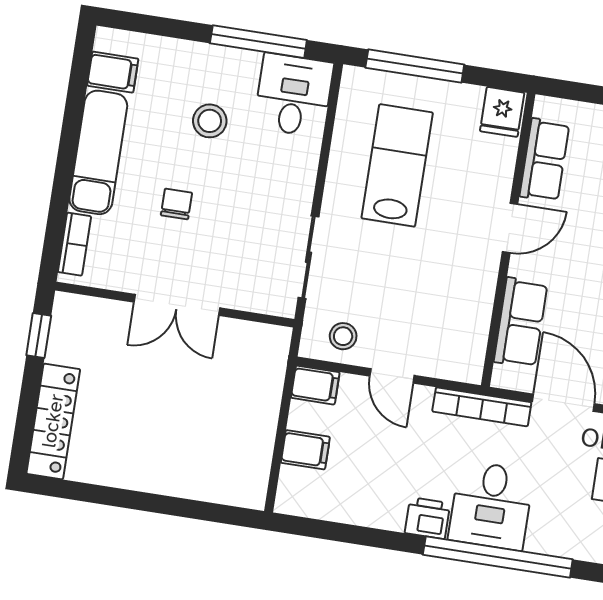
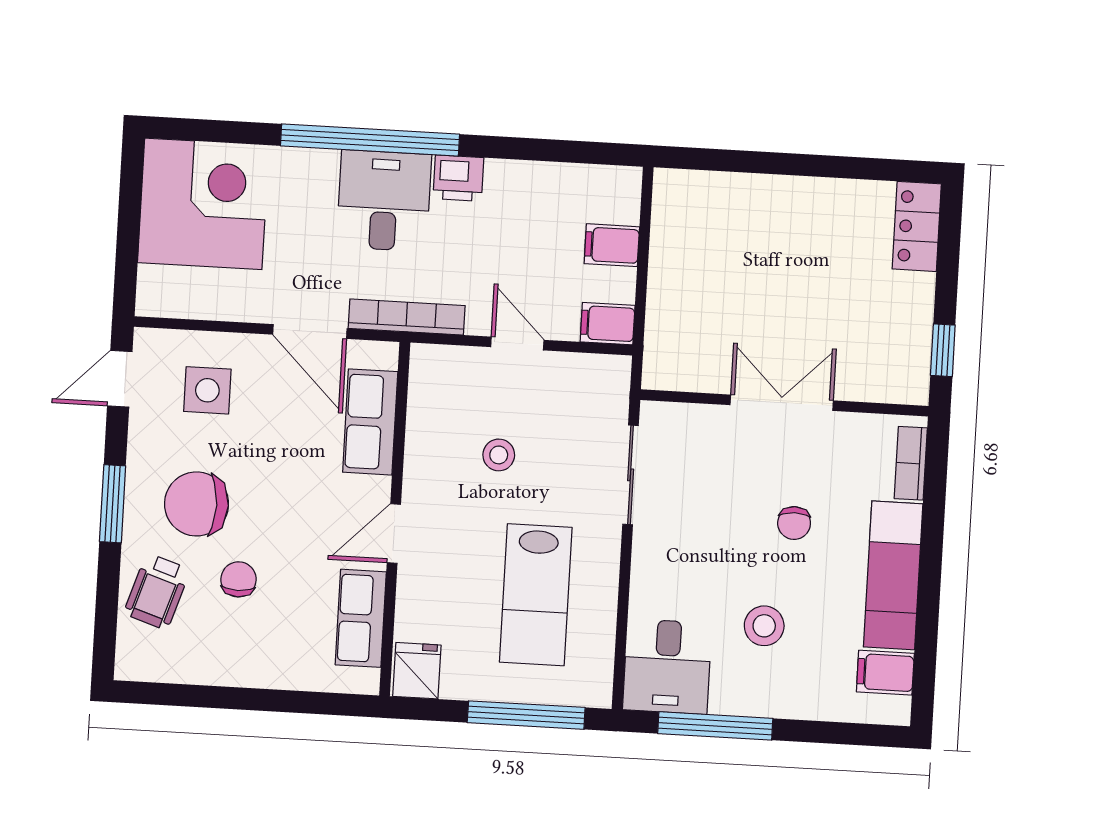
stool: (343, 336) -> (499, 455), moved
locker: (53, 421) -> (917, 226), width x0.66

